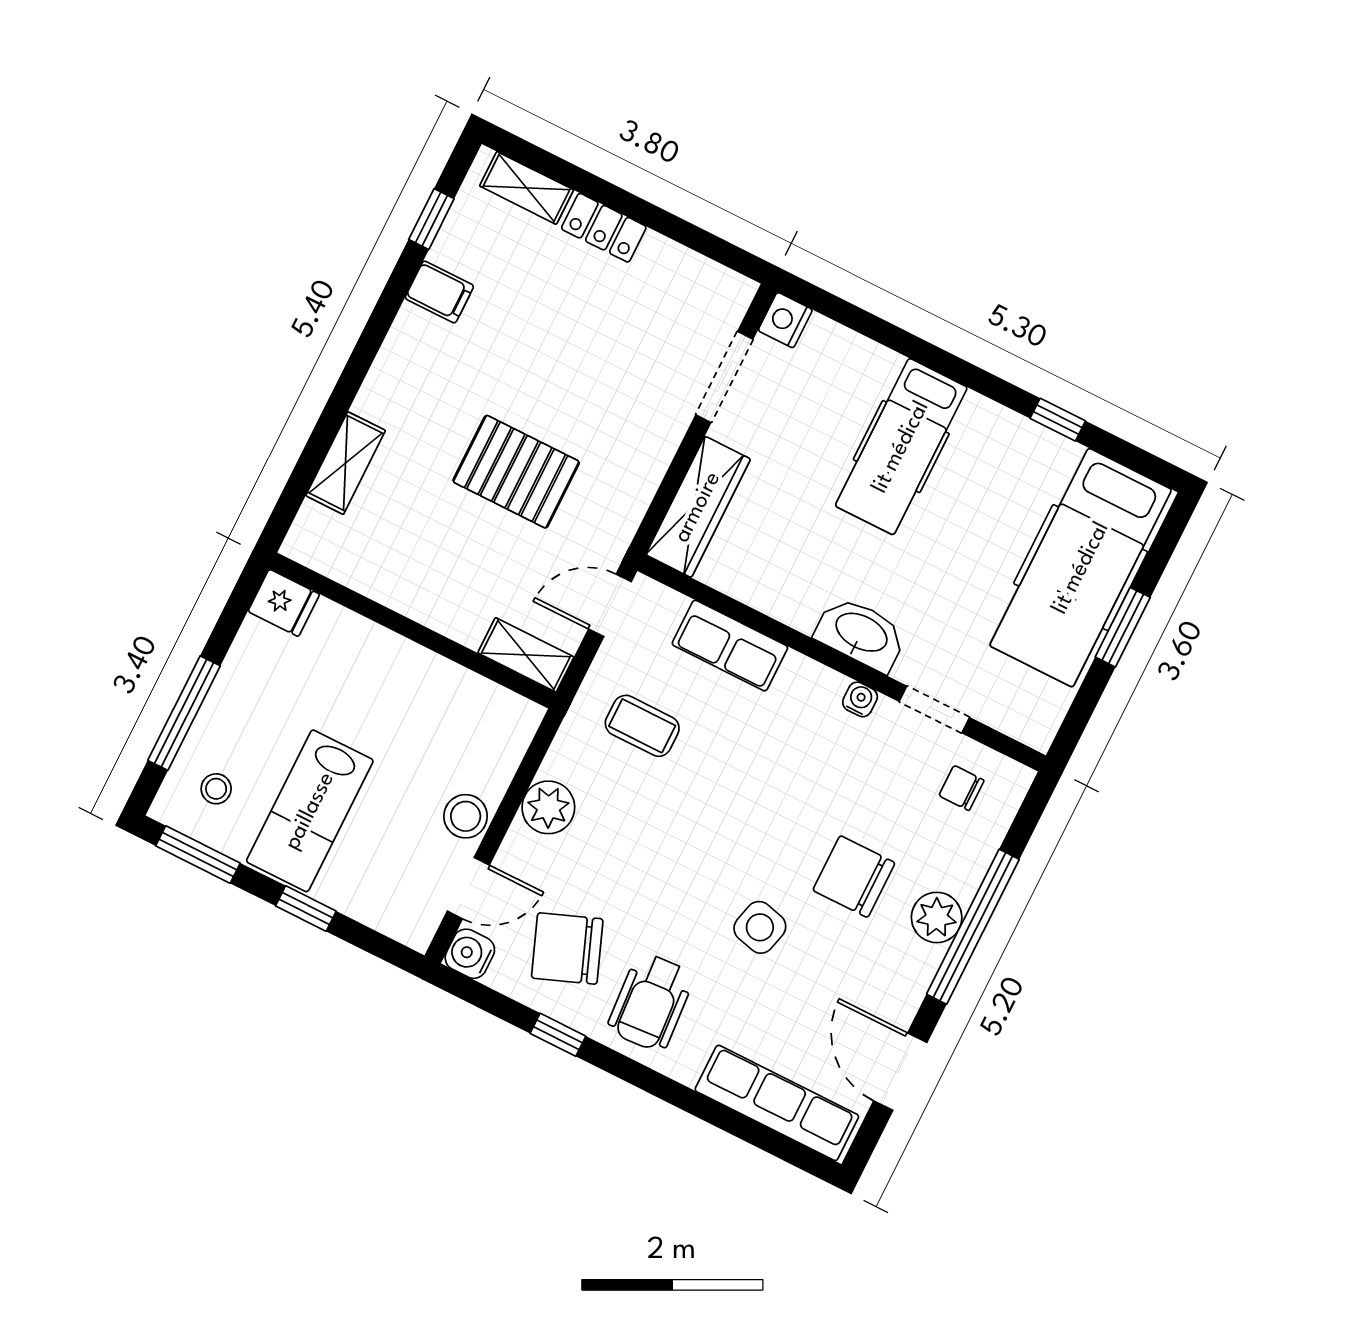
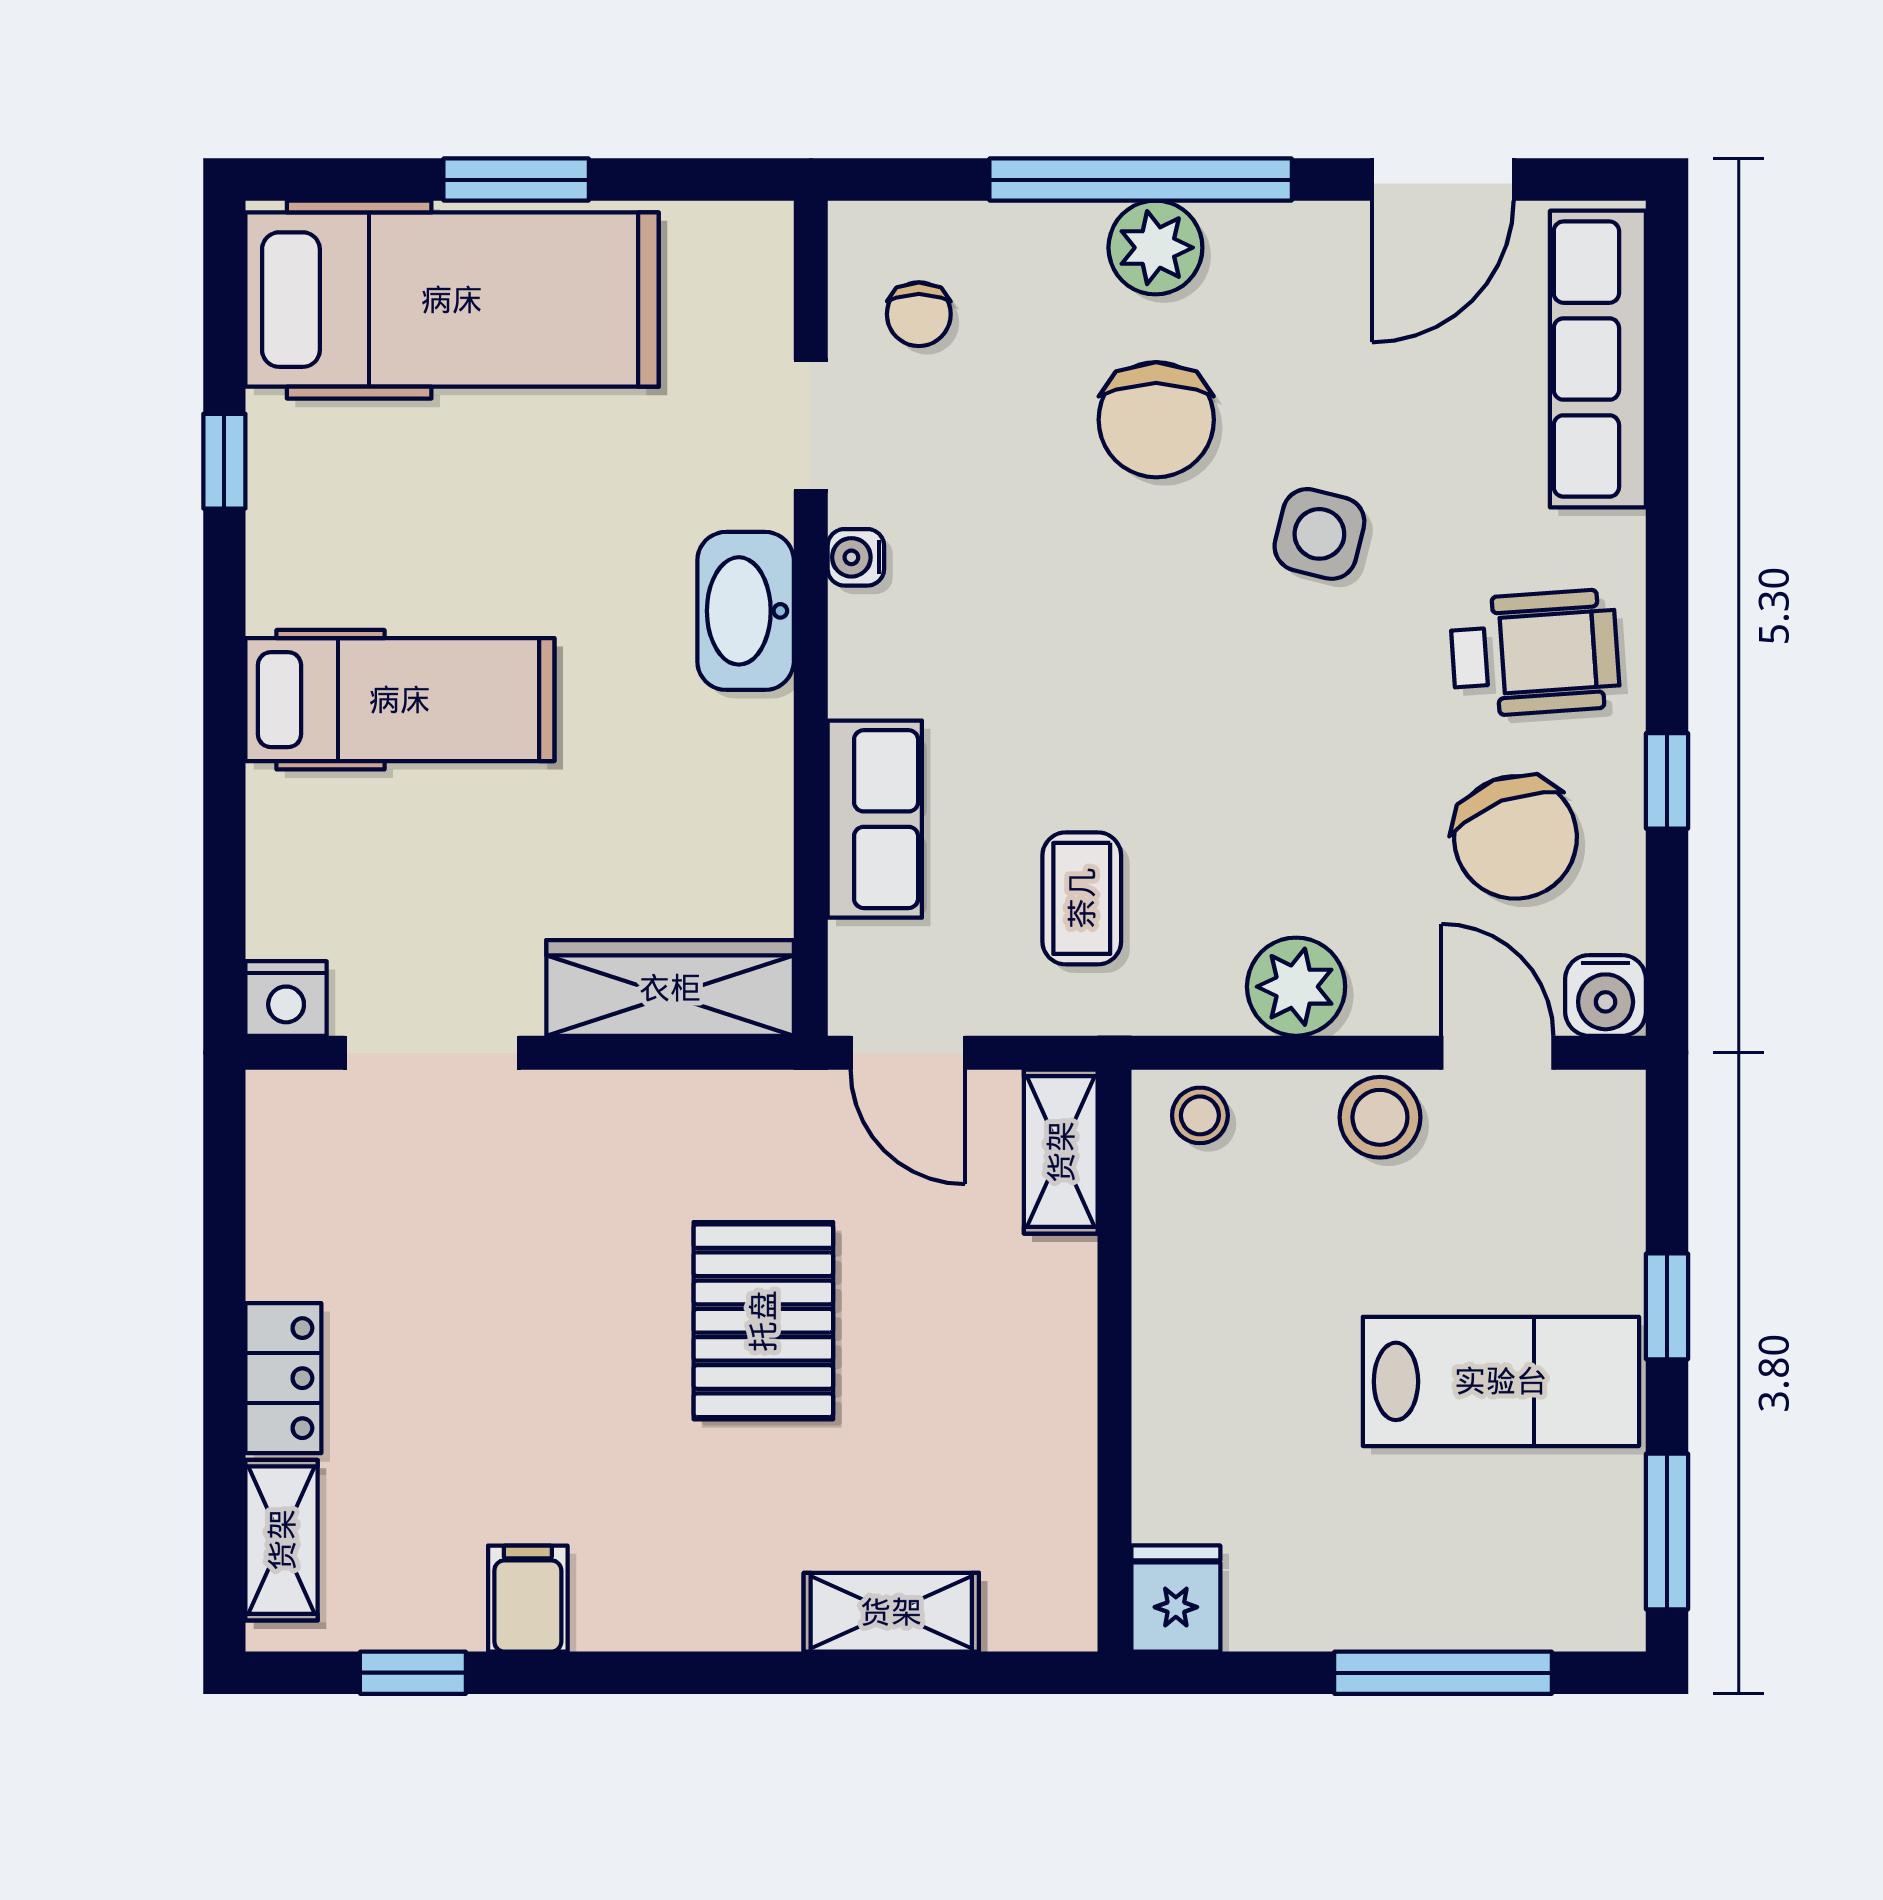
stool: (216, 789) -> (1200, 1115), moved

